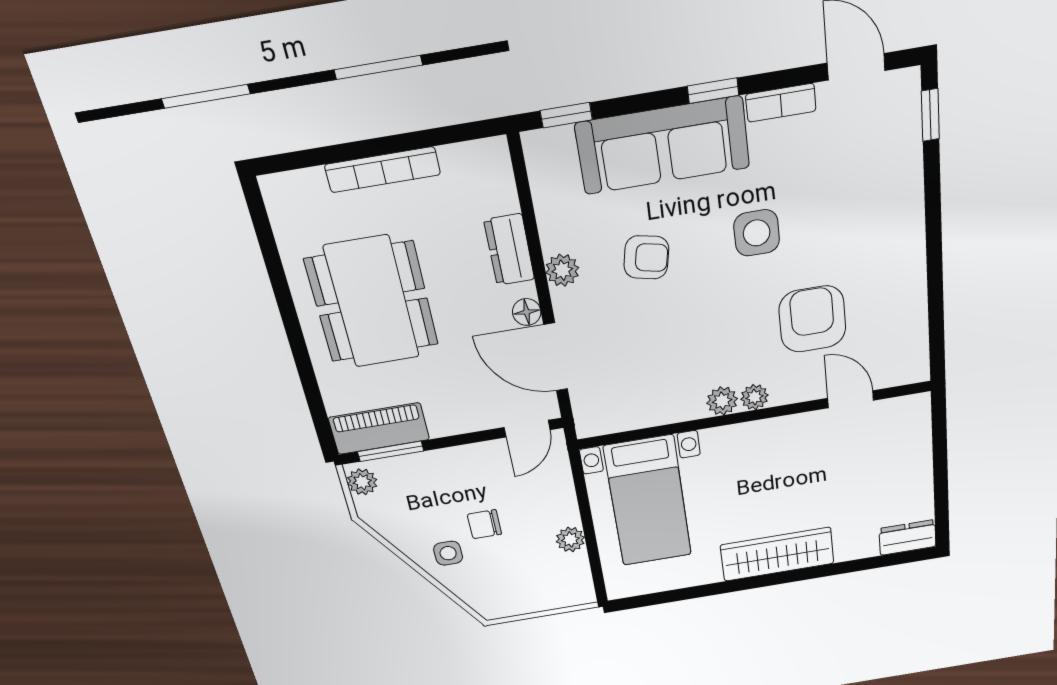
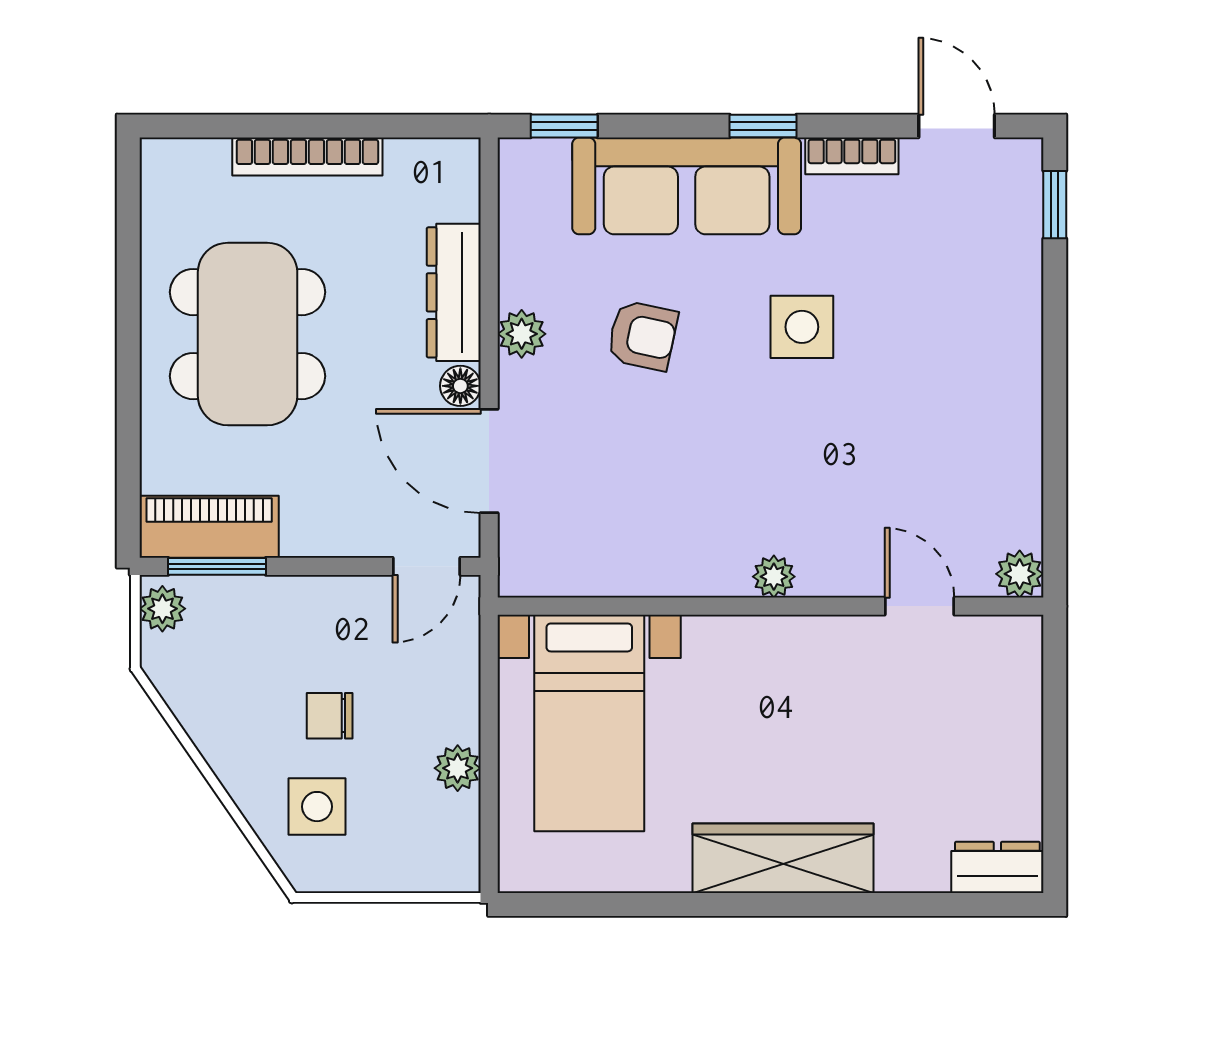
dresser: (509, 250) -> (454, 292), width x1.44
armchair: (812, 319) -> (871, 468), removed
plant: (722, 401) -> (1020, 574), moved
side table: (448, 553) -> (317, 807), moved, width x1.37, depth x1.37

